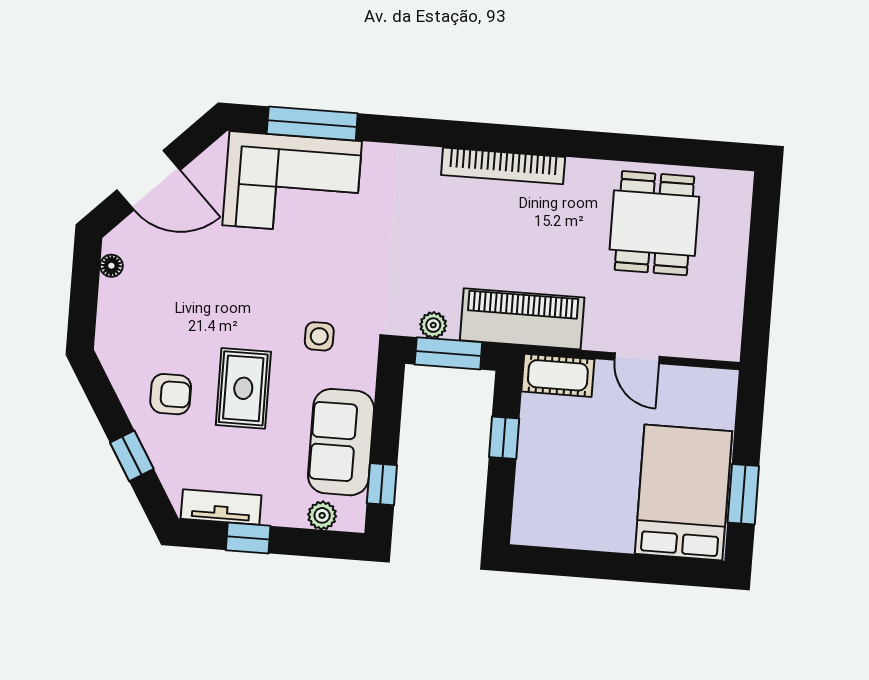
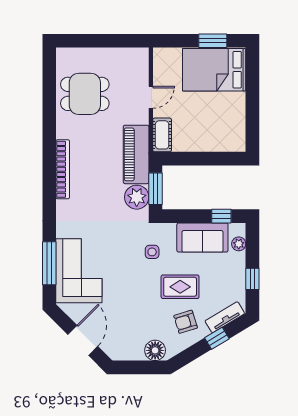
floor lamp: (111, 266) -> (155, 350), moved, width x1.89, depth x1.89
plant: (433, 325) -> (137, 197), width x1.88, depth x1.88
armchair: (171, 394) -> (186, 322), turned -107
window: (504, 438) -> (194, 159), removed
tv unit: (221, 507) -> (225, 317), moved, turned 59

